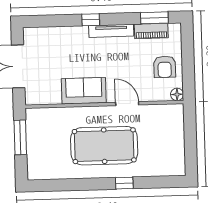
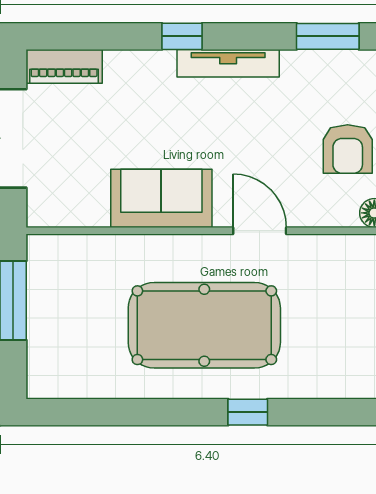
piano: (151, 31) -> (64, 66), moved

